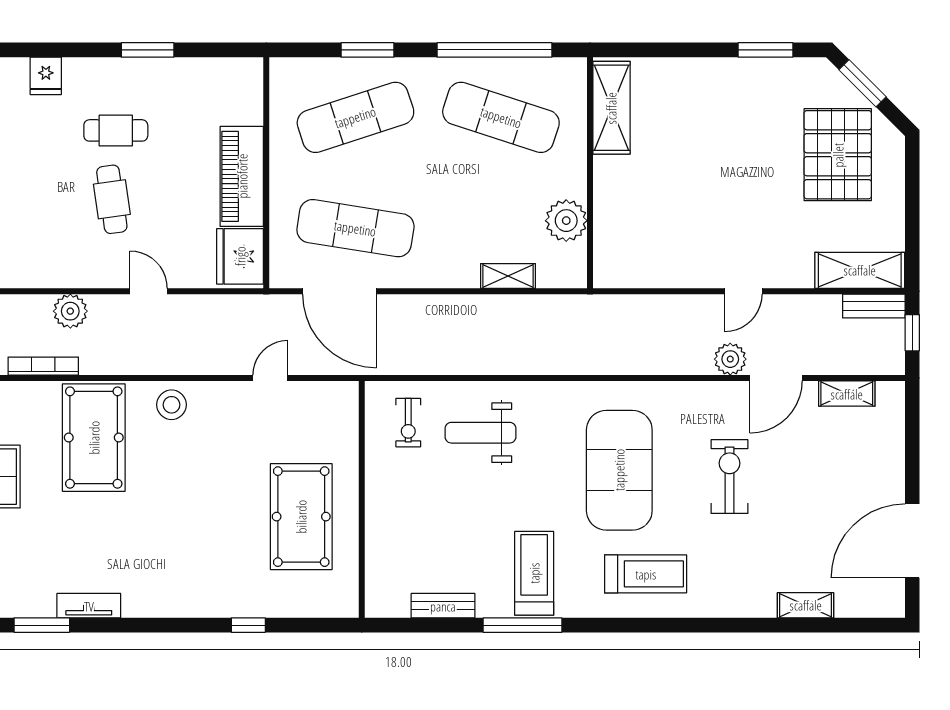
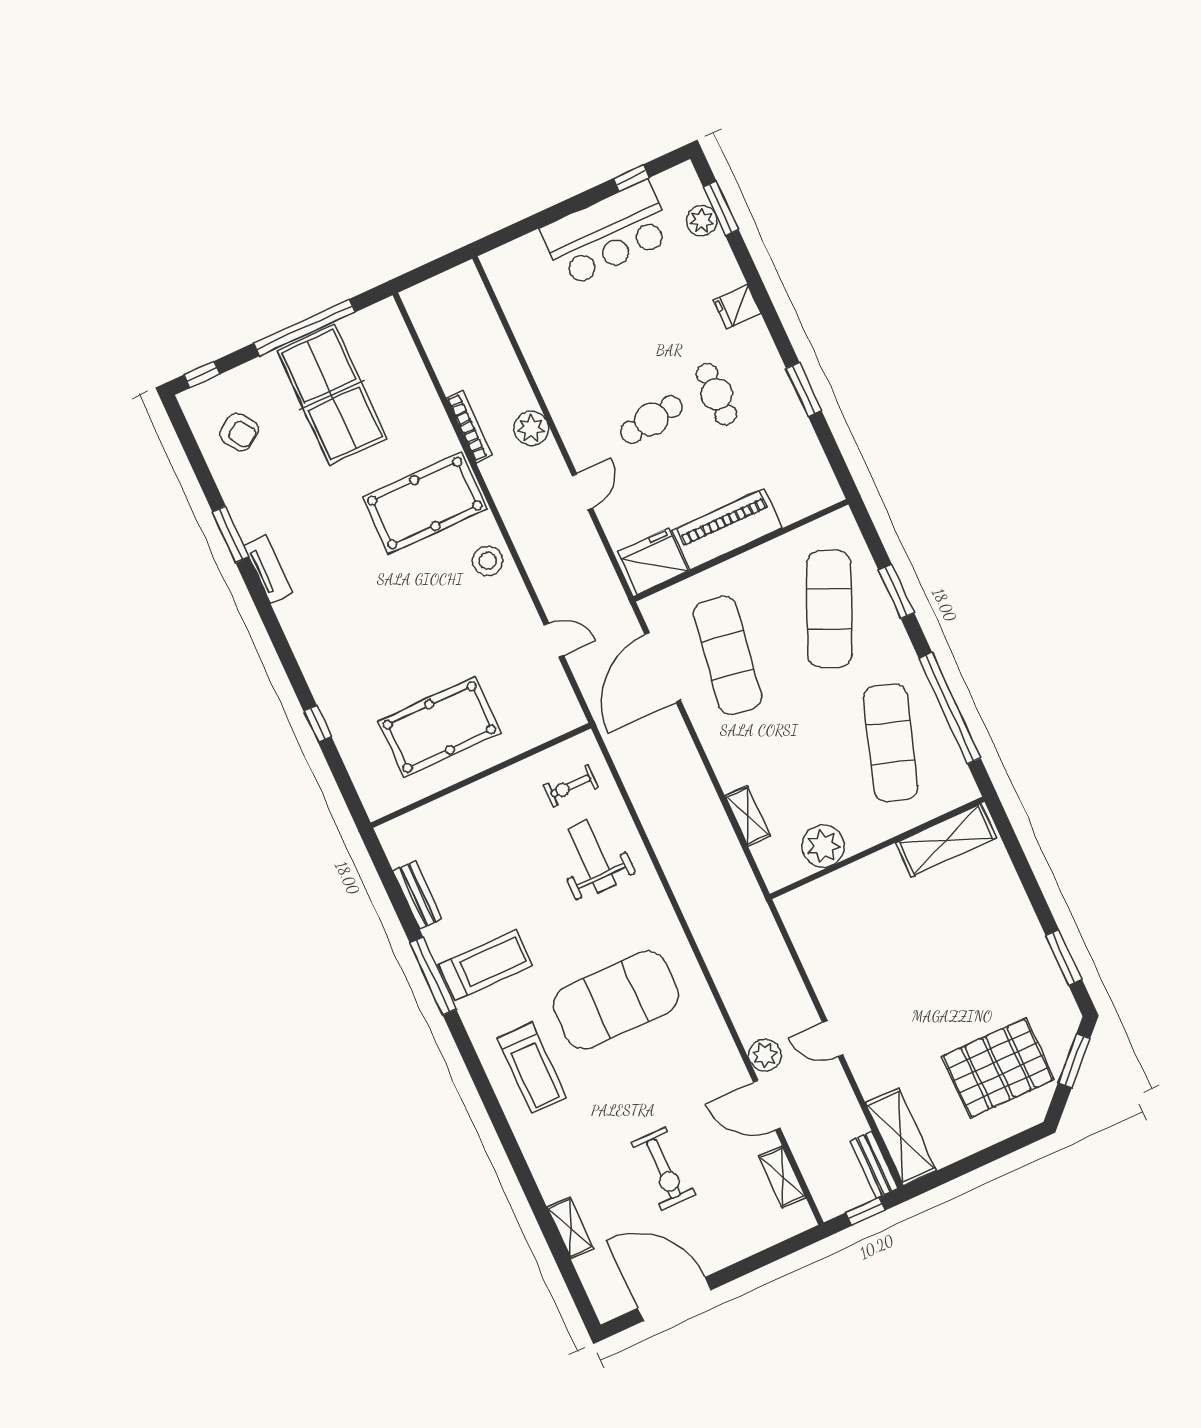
exercise mat: (355, 117) -> (829, 609), turned 42
exercise bike: (730, 477) -> (663, 1169), moved, turned 90

